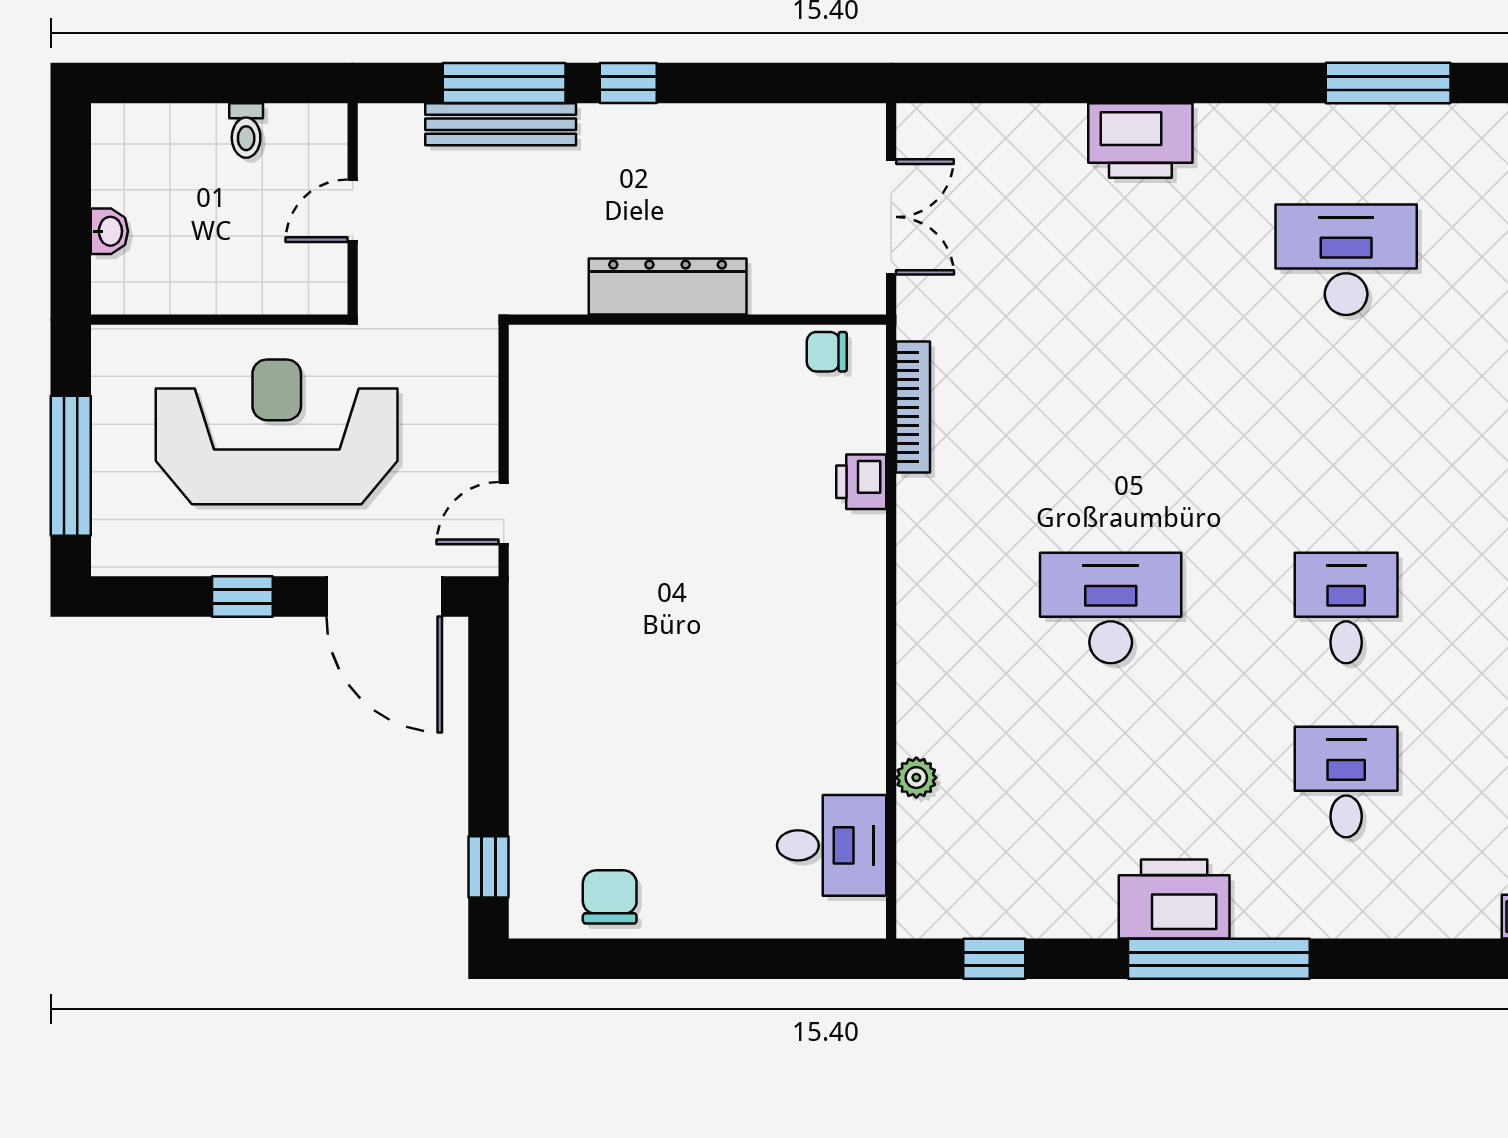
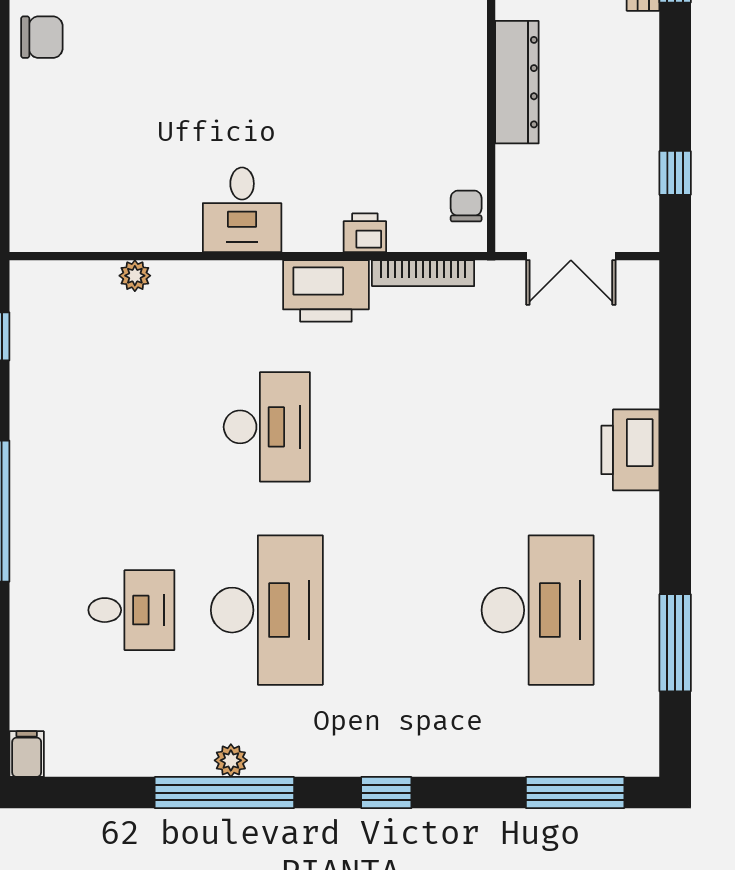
window: (628, 83) -> (675, 173), moved
desk: (1346, 260) -> (538, 610), width x1.36, depth x1.30
desk: (1346, 608) -> (267, 610), width x1.87, depth x1.30
desk: (832, 845) -> (242, 210), moved
printer: (1174, 899) -> (326, 291), moved, turned 90

